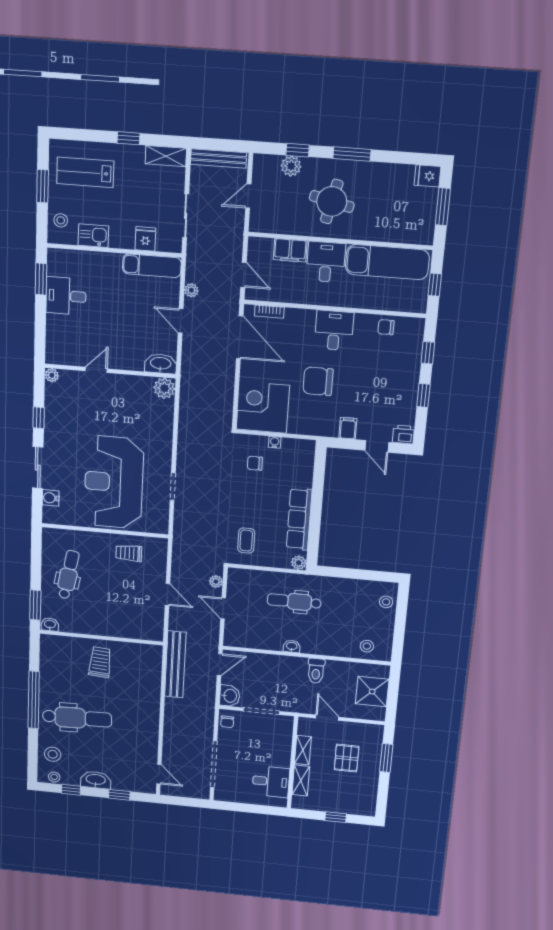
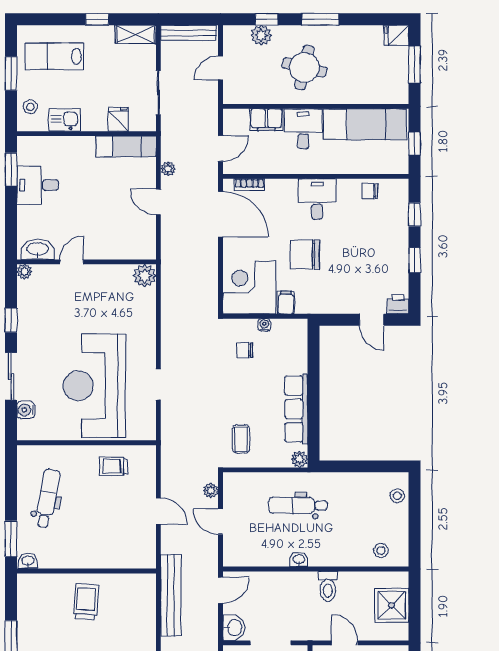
door: (244, 275) -> (221, 149), hinge flipped
washbasin: (161, 364) -> (38, 249), moved
filing cabinet: (348, 428) -> (286, 303), moved

